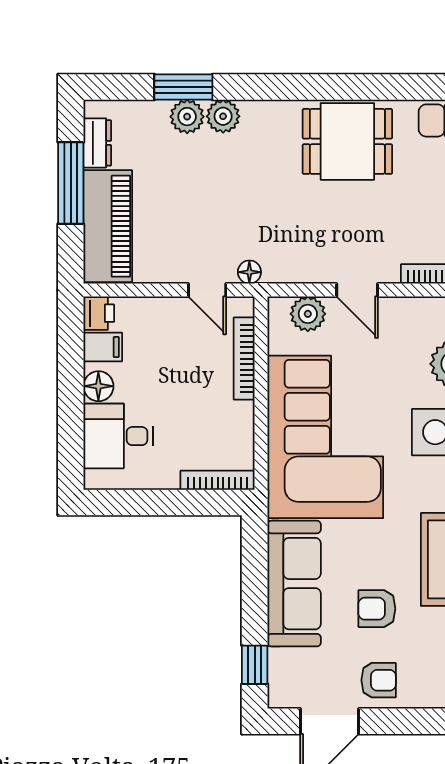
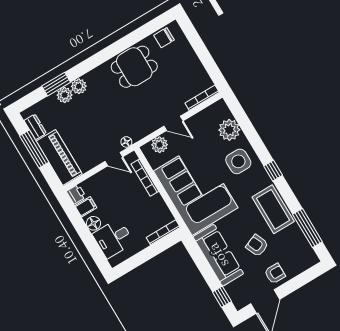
armchair: (377, 609) -> (257, 245), turned 67

